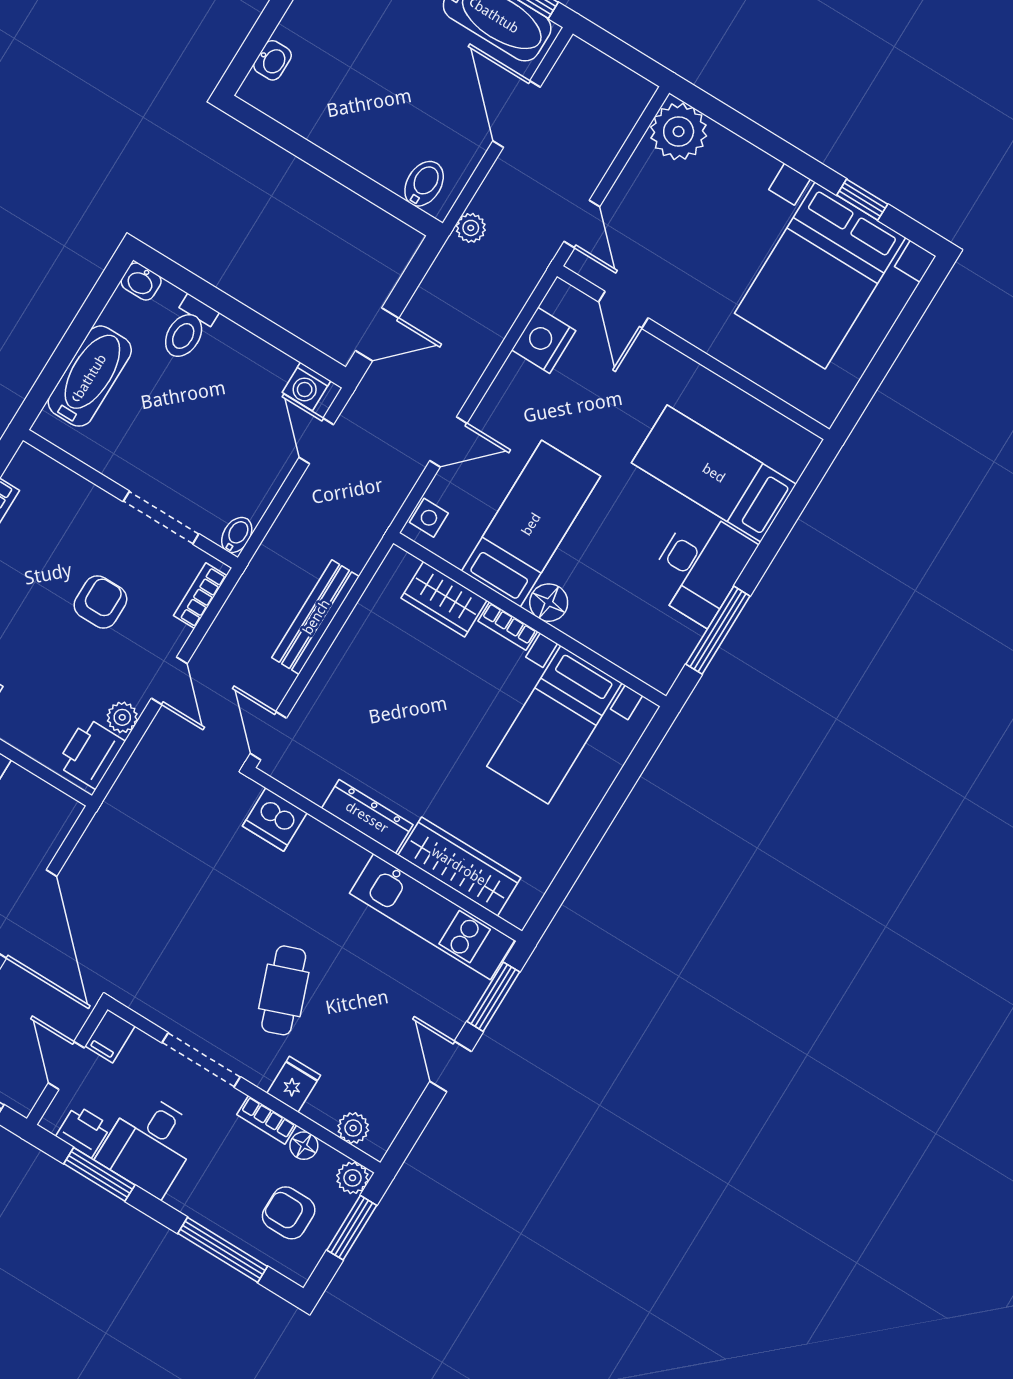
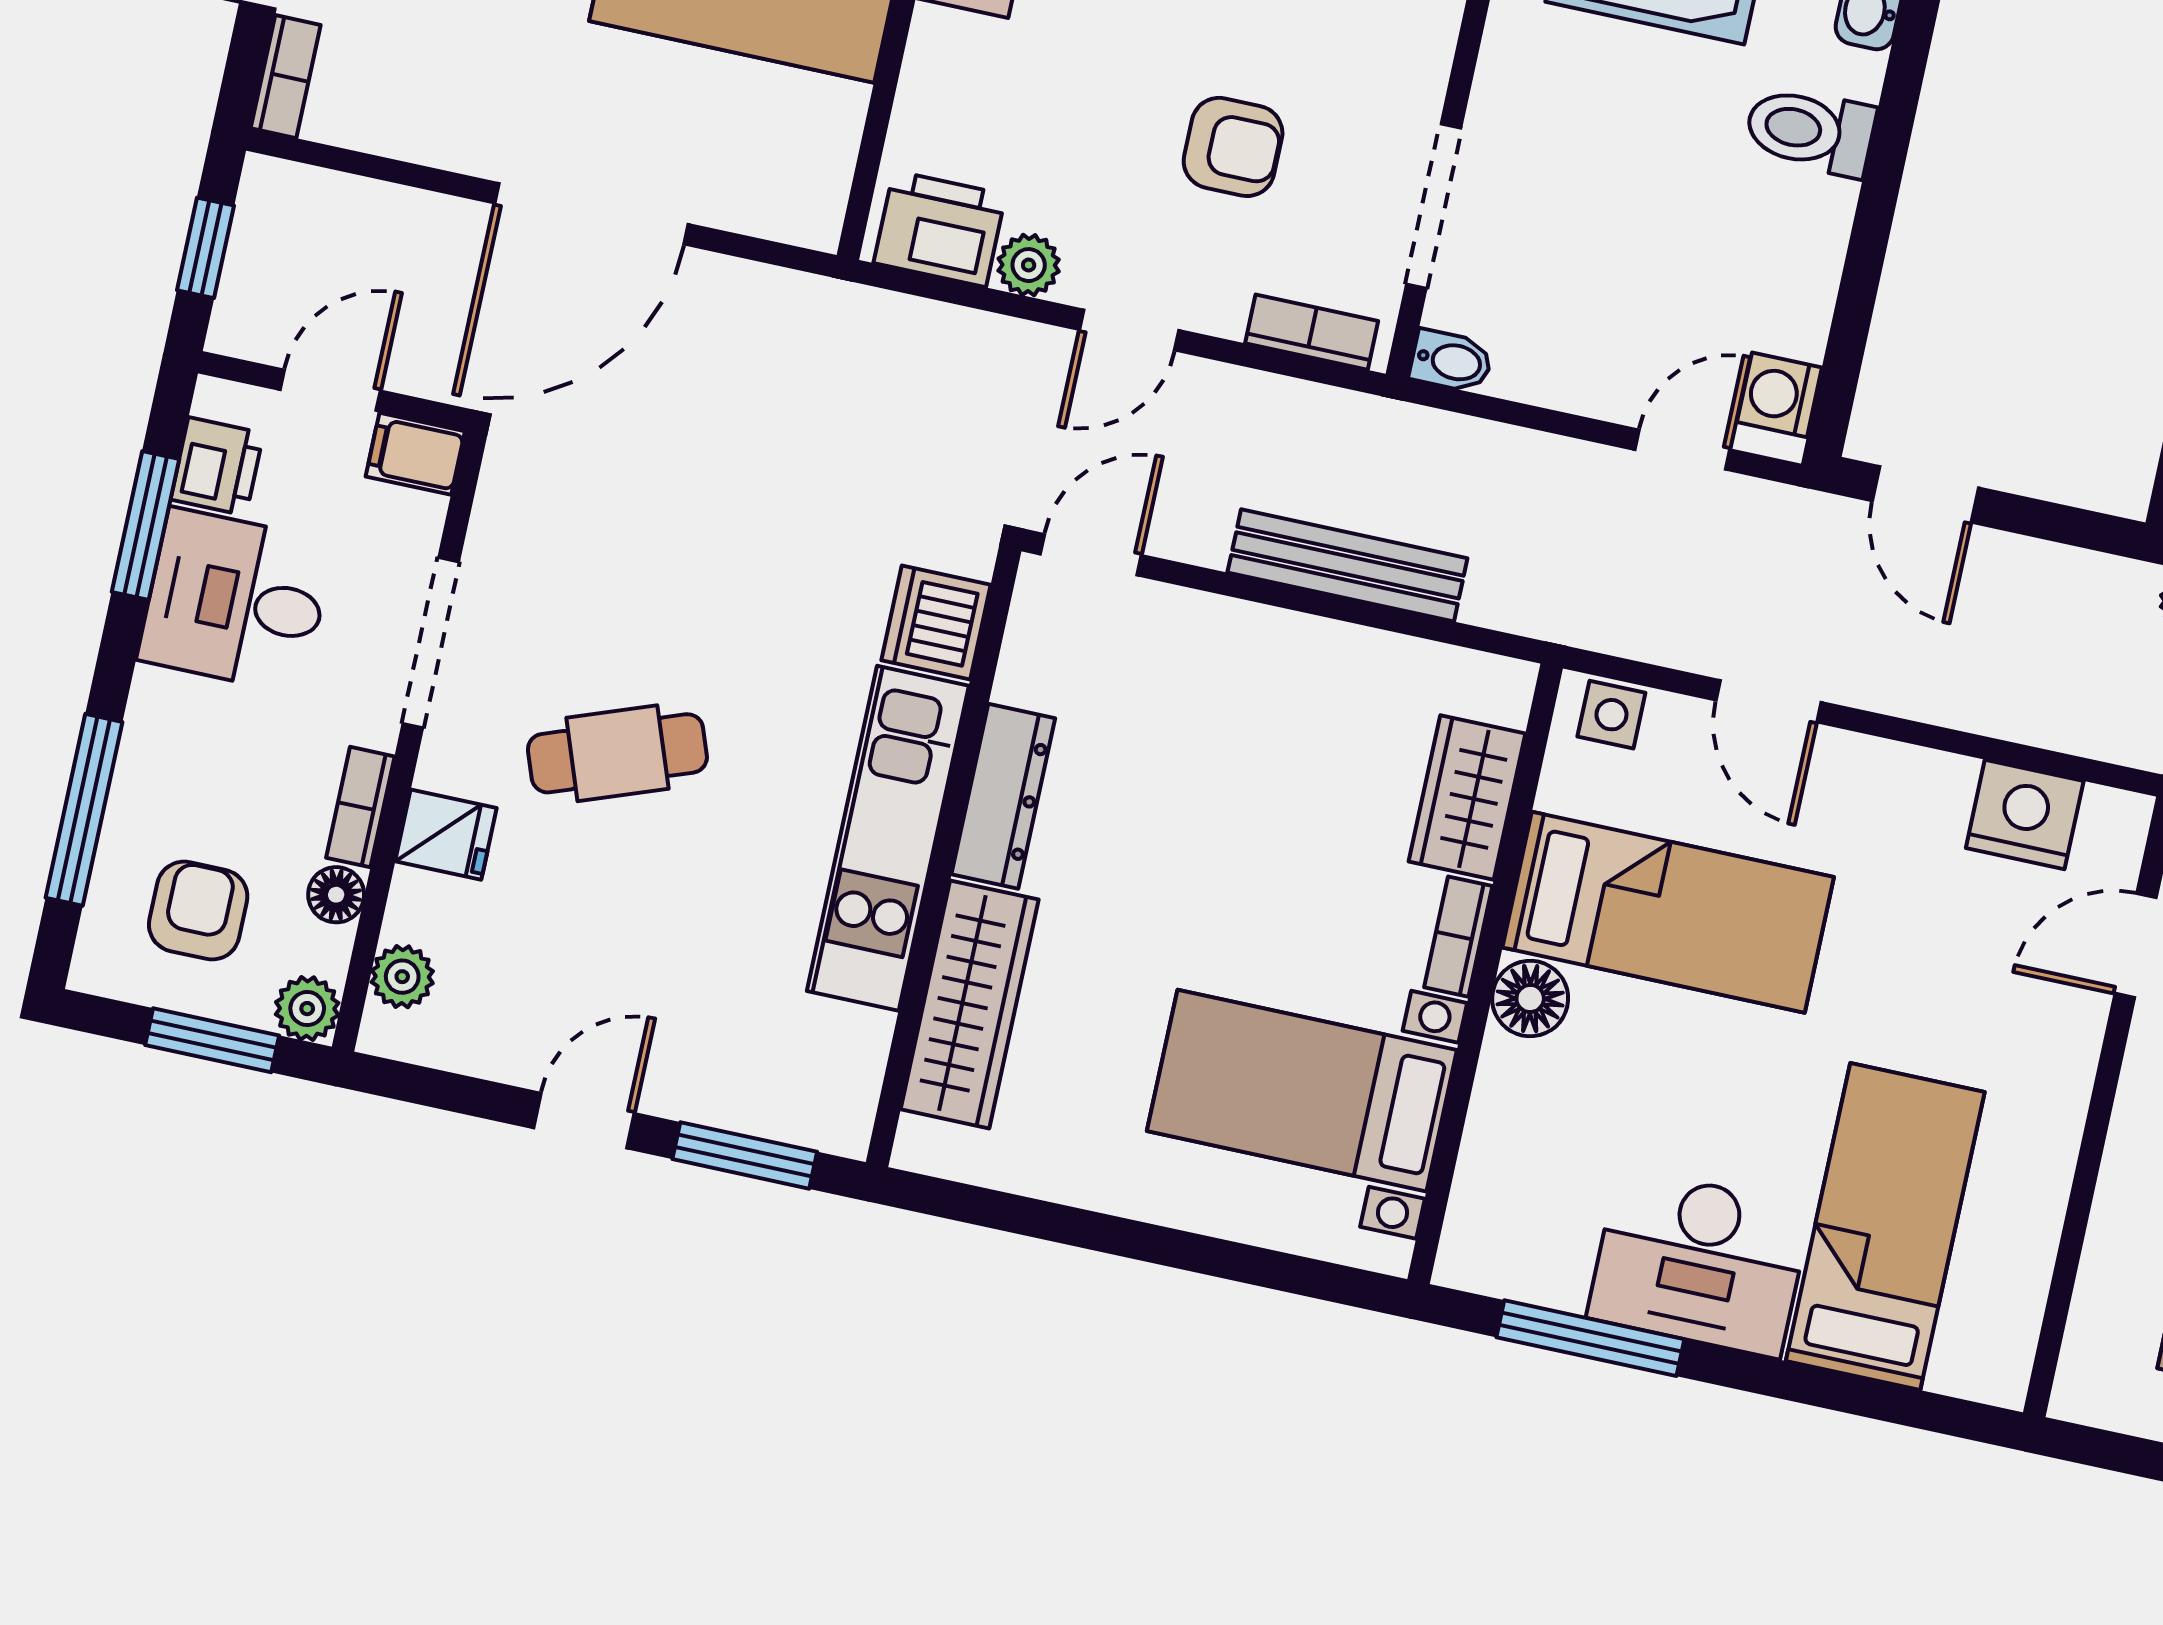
kitchen unit: (432, 917) -> (888, 838), moved

